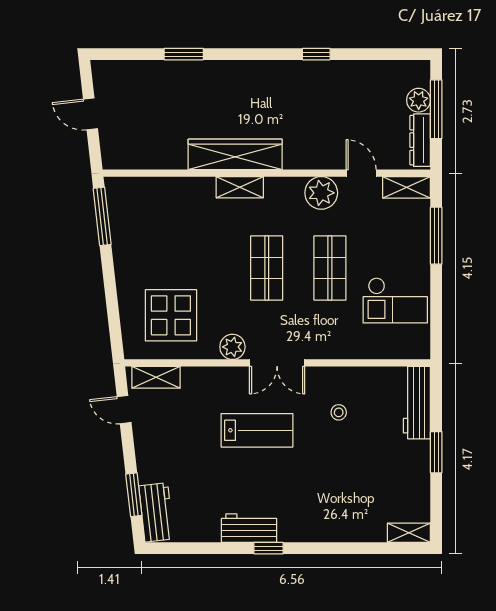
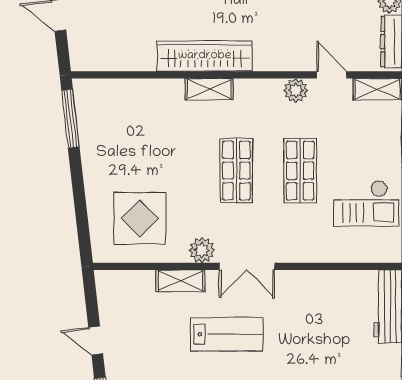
plant: (321, 193) -> (296, 90), width x0.73, depth x0.73
shelving: (156, 377) -> (180, 281), moved
door: (124, 410) -> (96, 341), moved
stool: (339, 412) -> (309, 316), removed

